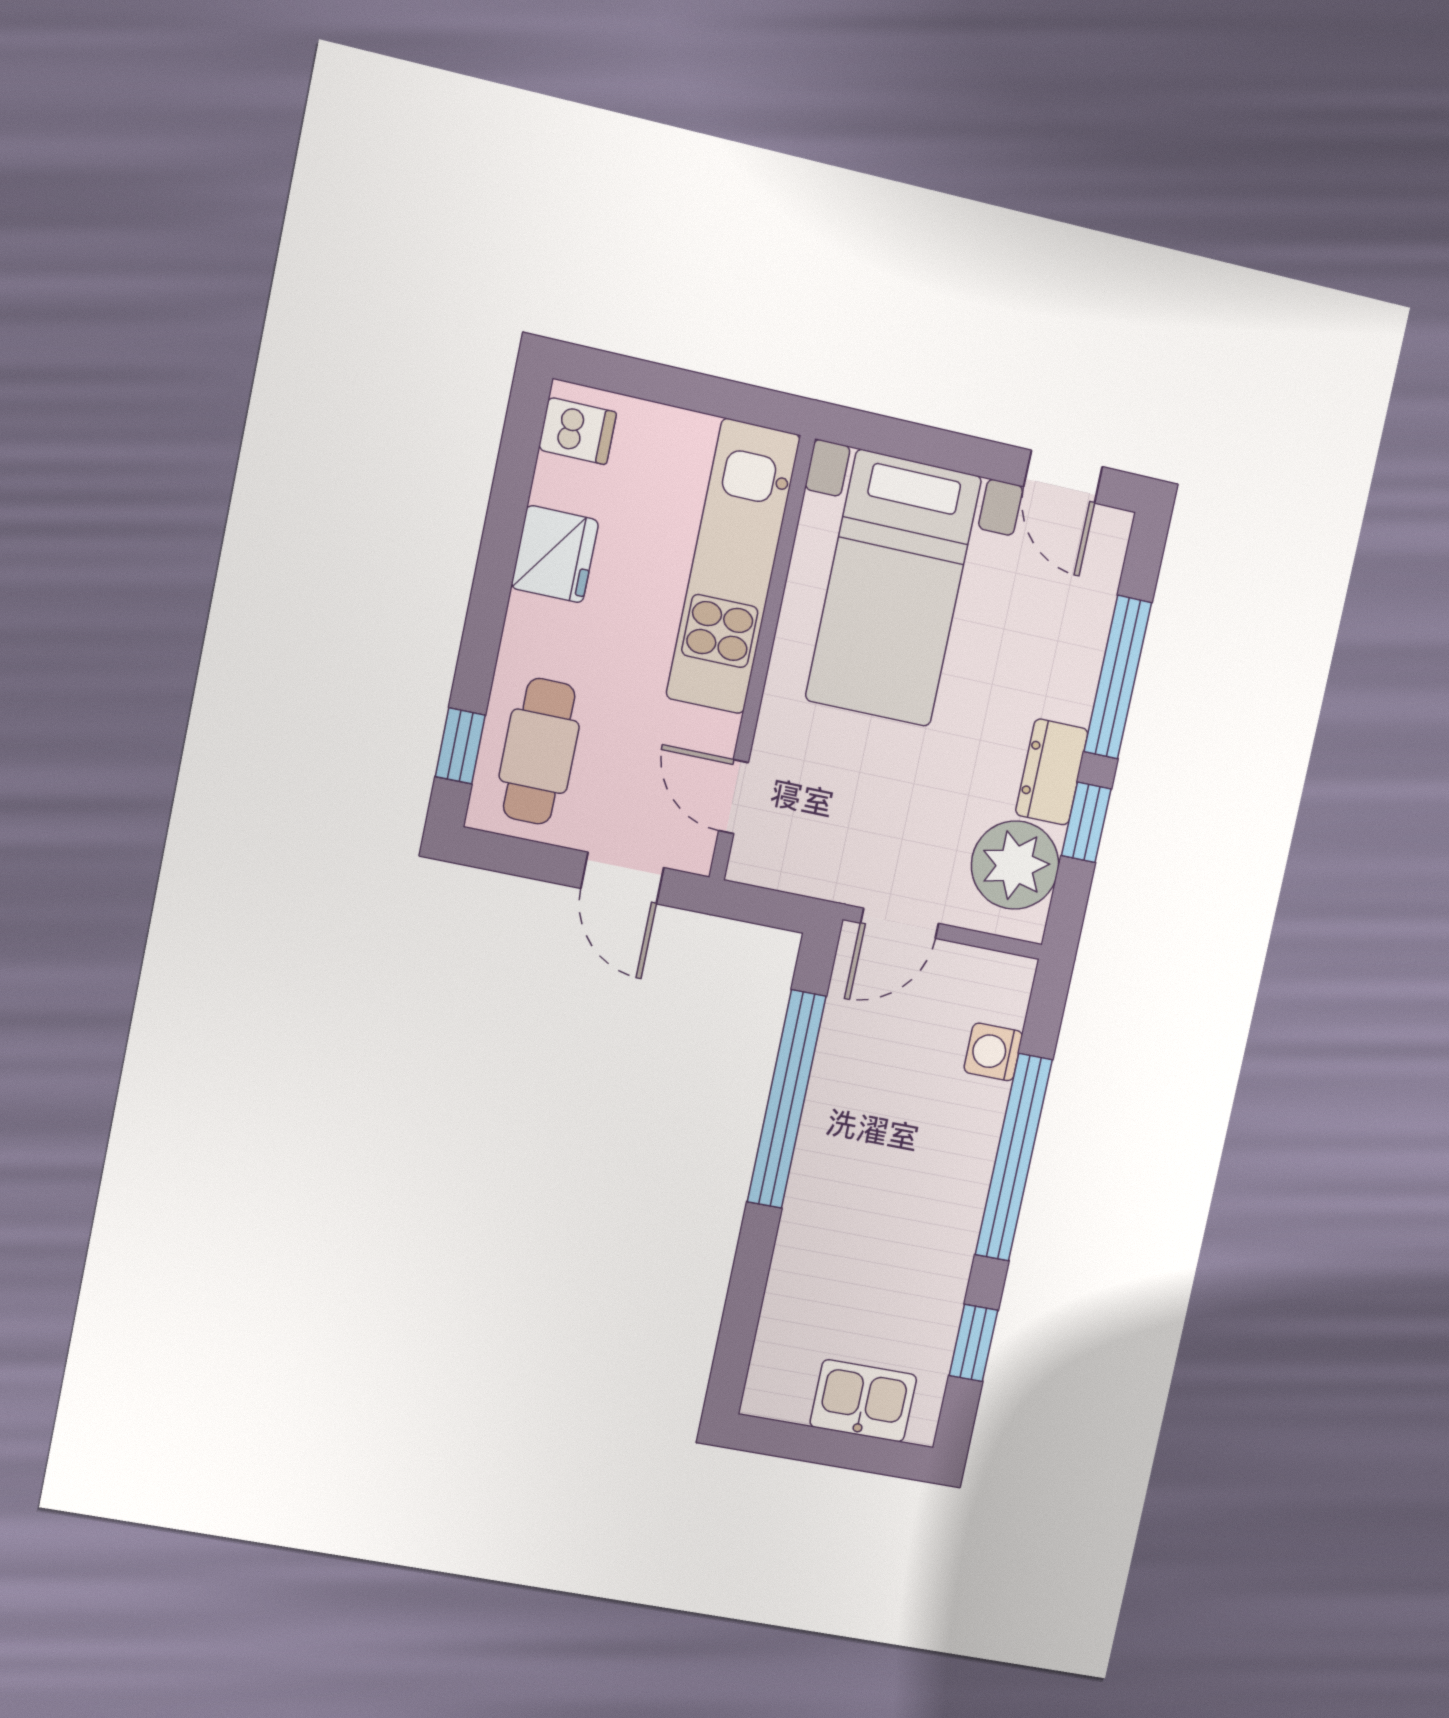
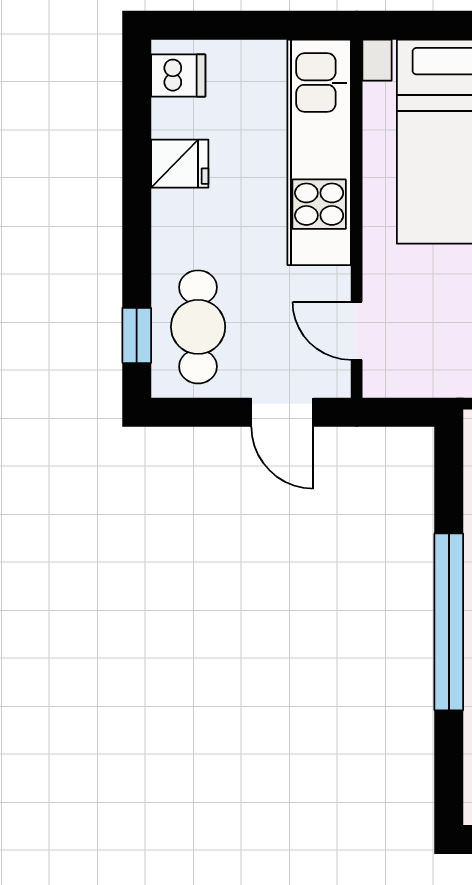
fridge: (555, 554) -> (180, 164), width x0.72
window: (787, 1099) -> (449, 622), moved

